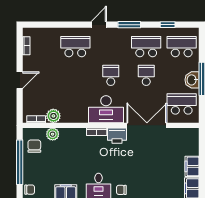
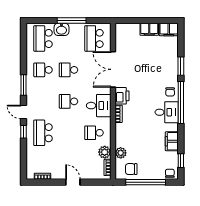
window: (168, 25) -> (24, 132), moved
school desk: (146, 47) -> (43, 70), width x0.54
washbasin: (192, 80) -> (61, 29), moved
school desk: (75, 104) -> (94, 133), added
desk: (106, 109) -> (99, 106), width x0.73

